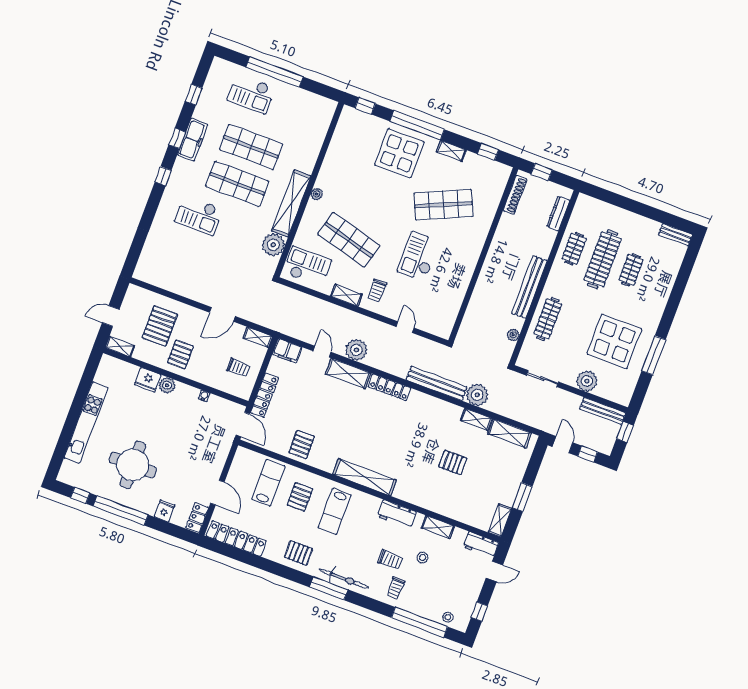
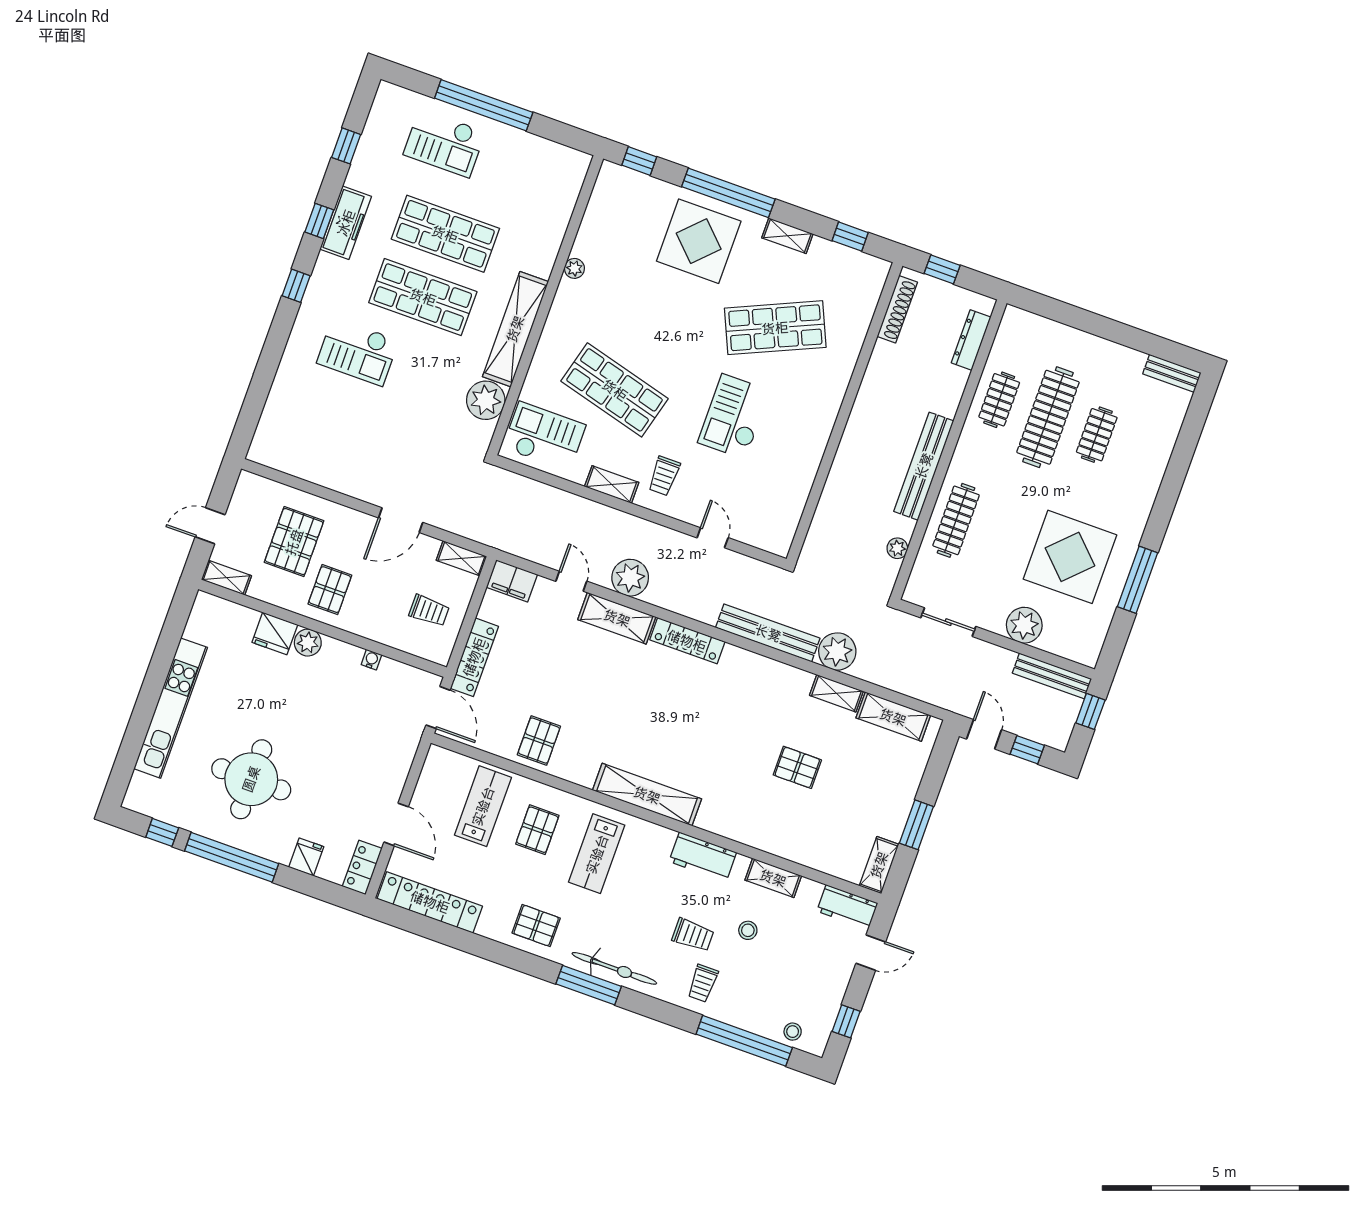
plant: (317, 194) -> (574, 268), moved

